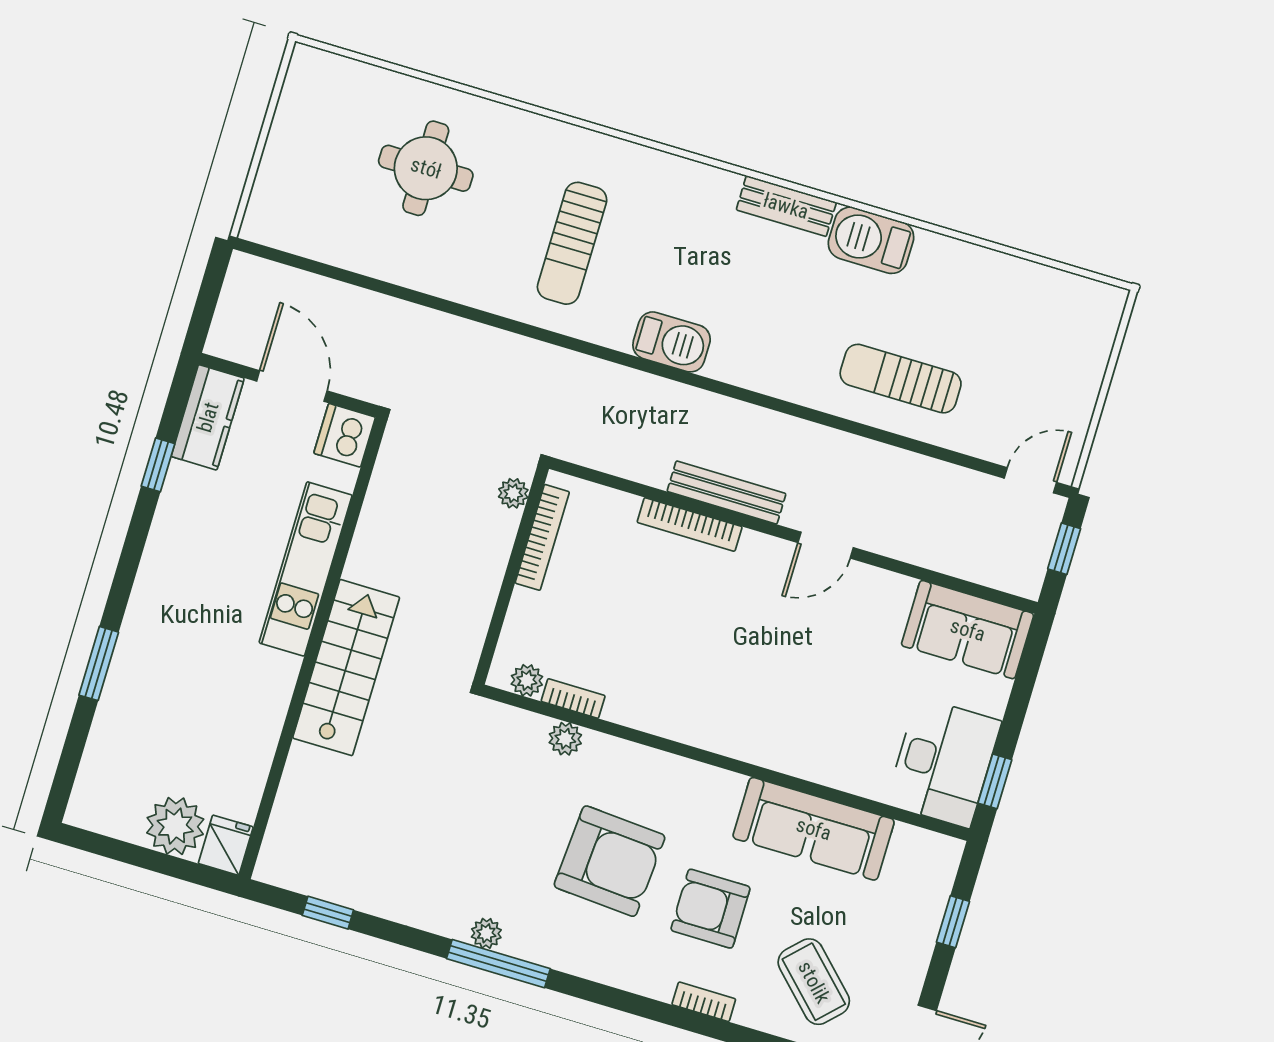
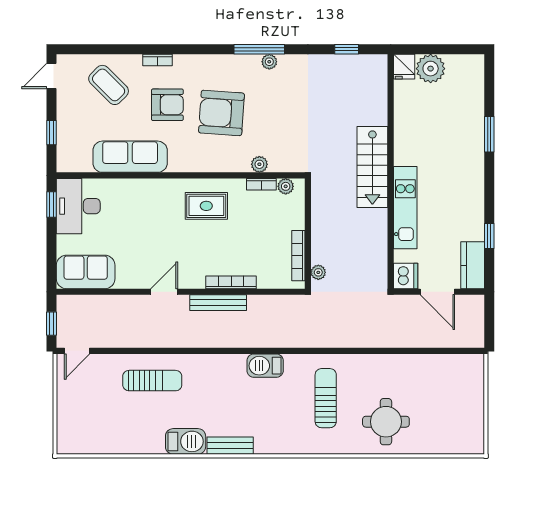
round table: (426, 168) -> (386, 422), moved
rug: (693, 688) -> (206, 206), added

